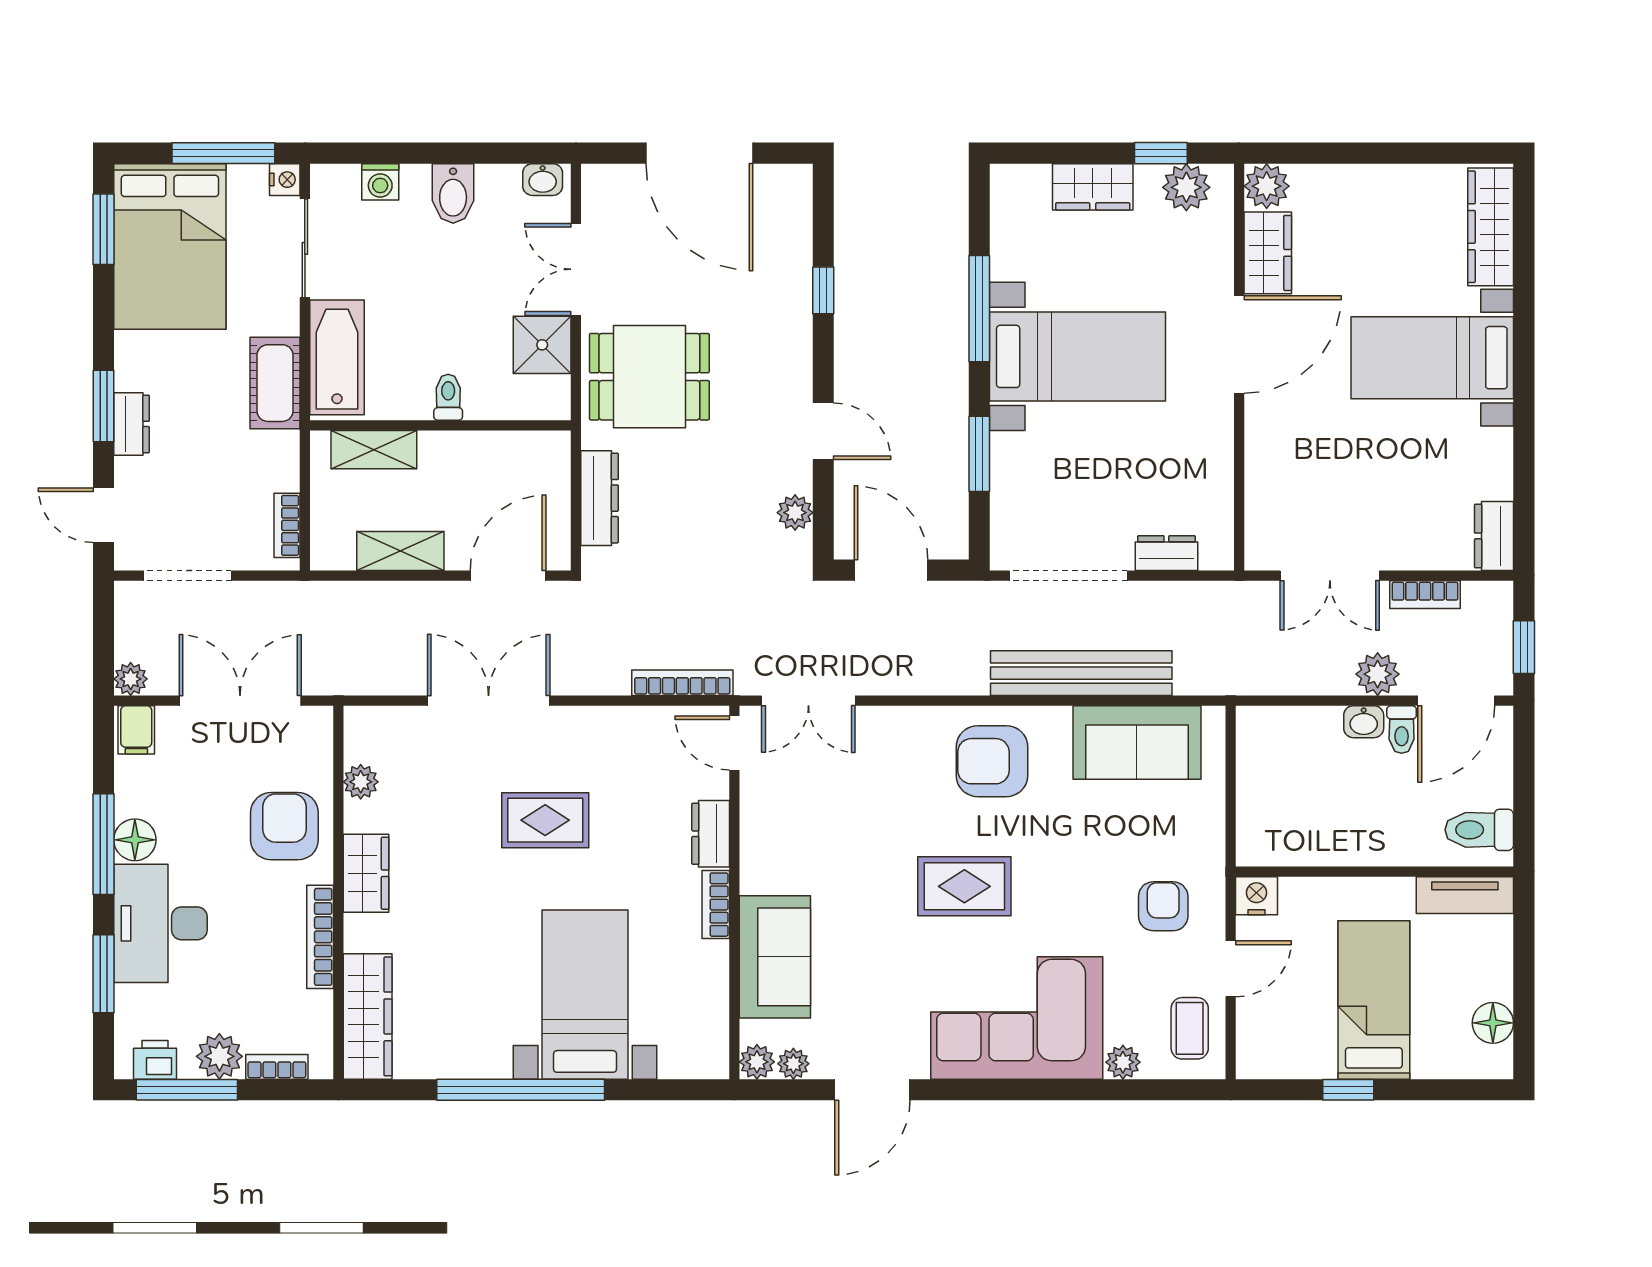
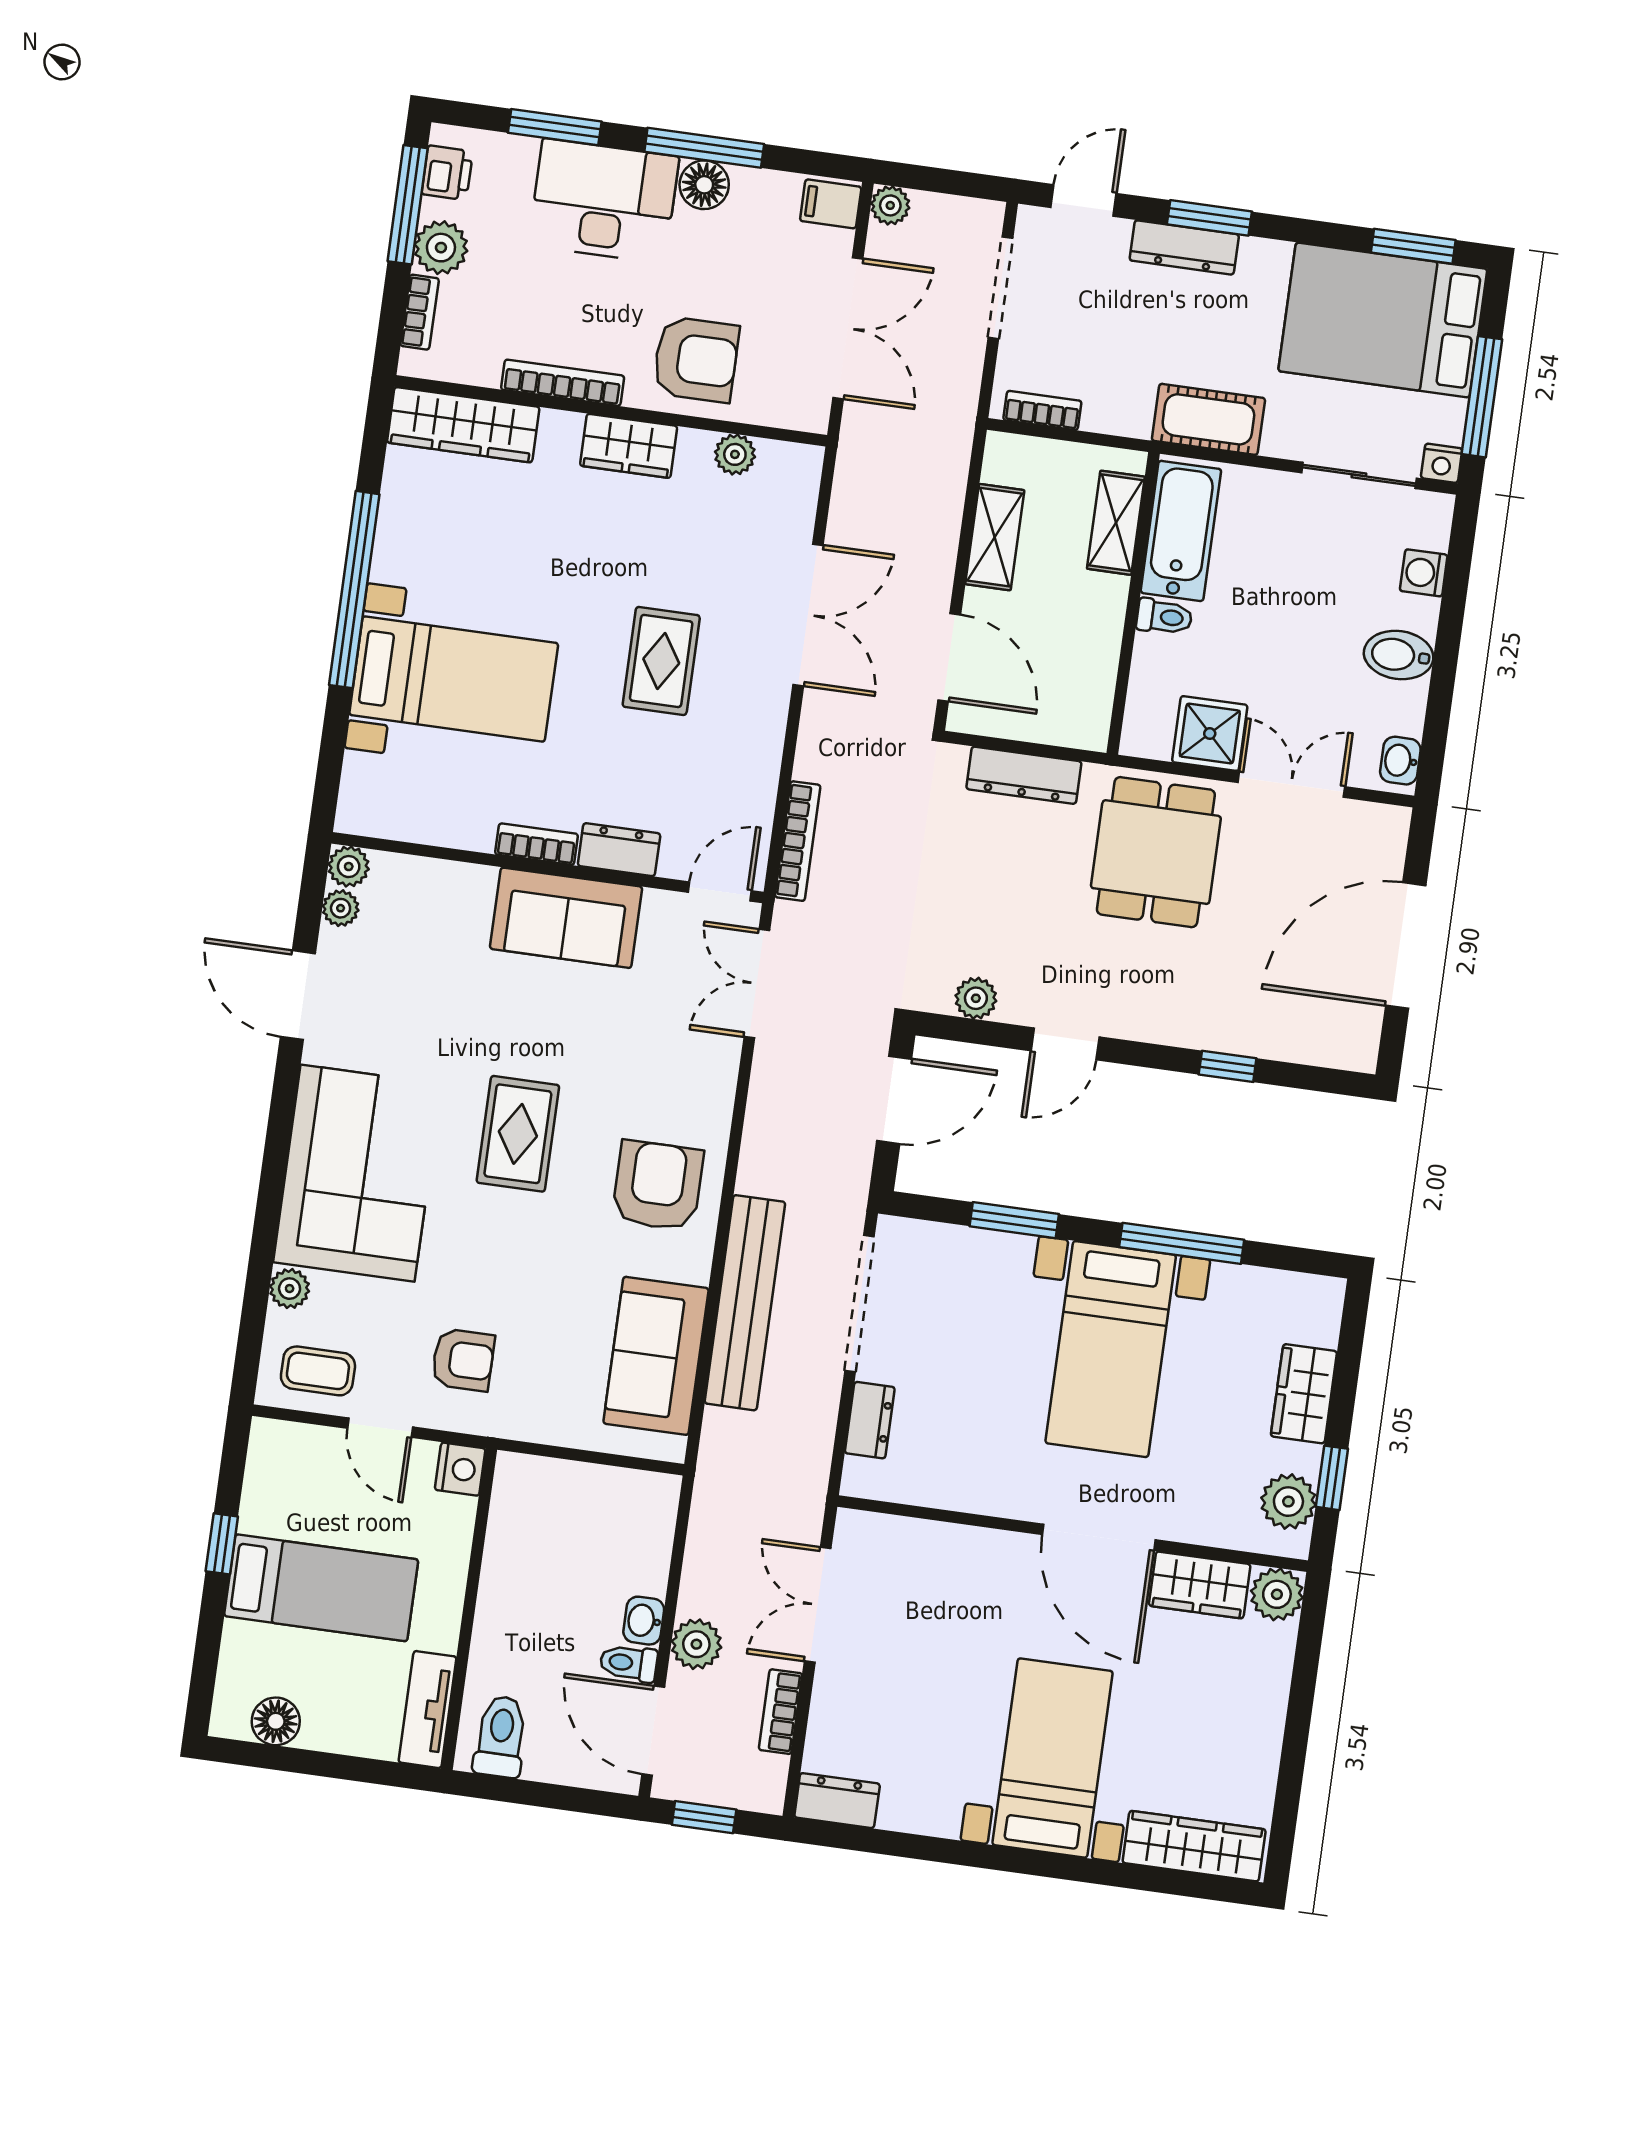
bathtub: (337, 357) -> (1181, 531), moved, turned -90
dresser: (132, 424) -> (1184, 247), width x1.44
sofa: (775, 957) -> (566, 918), moved

